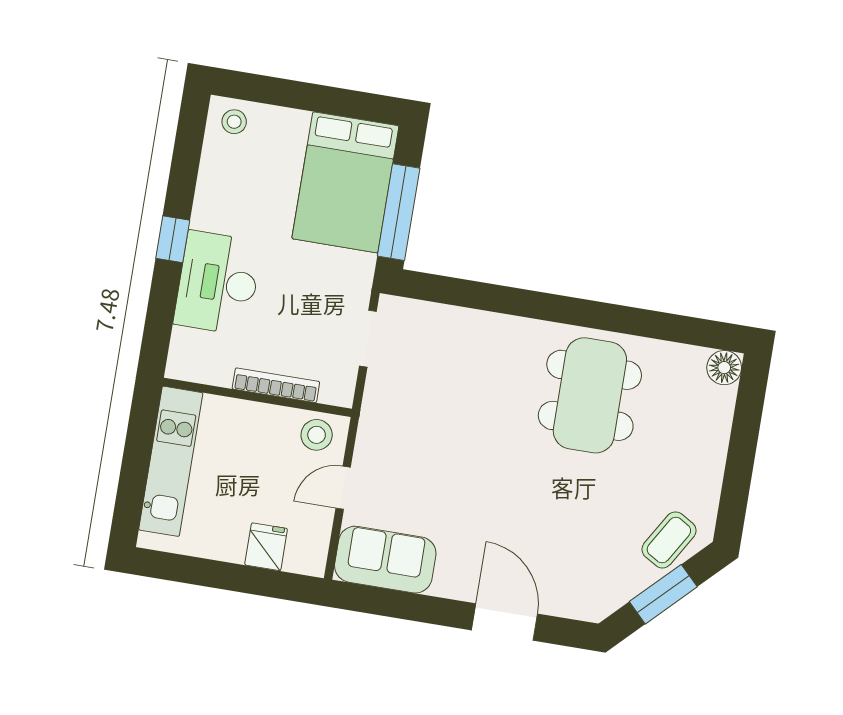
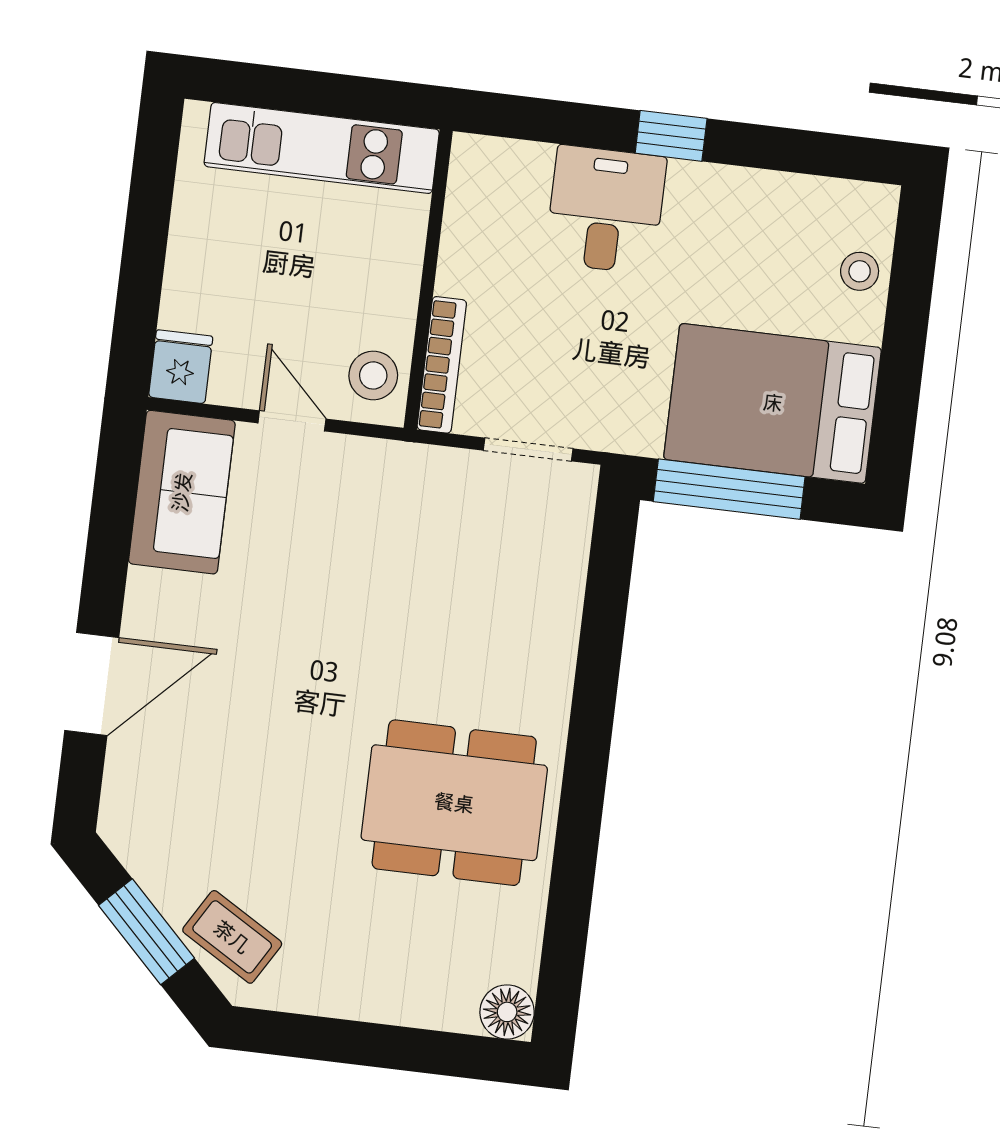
stool: (234, 122) -> (860, 271), moved
desk: (218, 283) -> (606, 210), width x0.73
bookcase: (276, 385) -> (442, 365), moved
fridge: (266, 547) -> (181, 367), moved, turned -90

